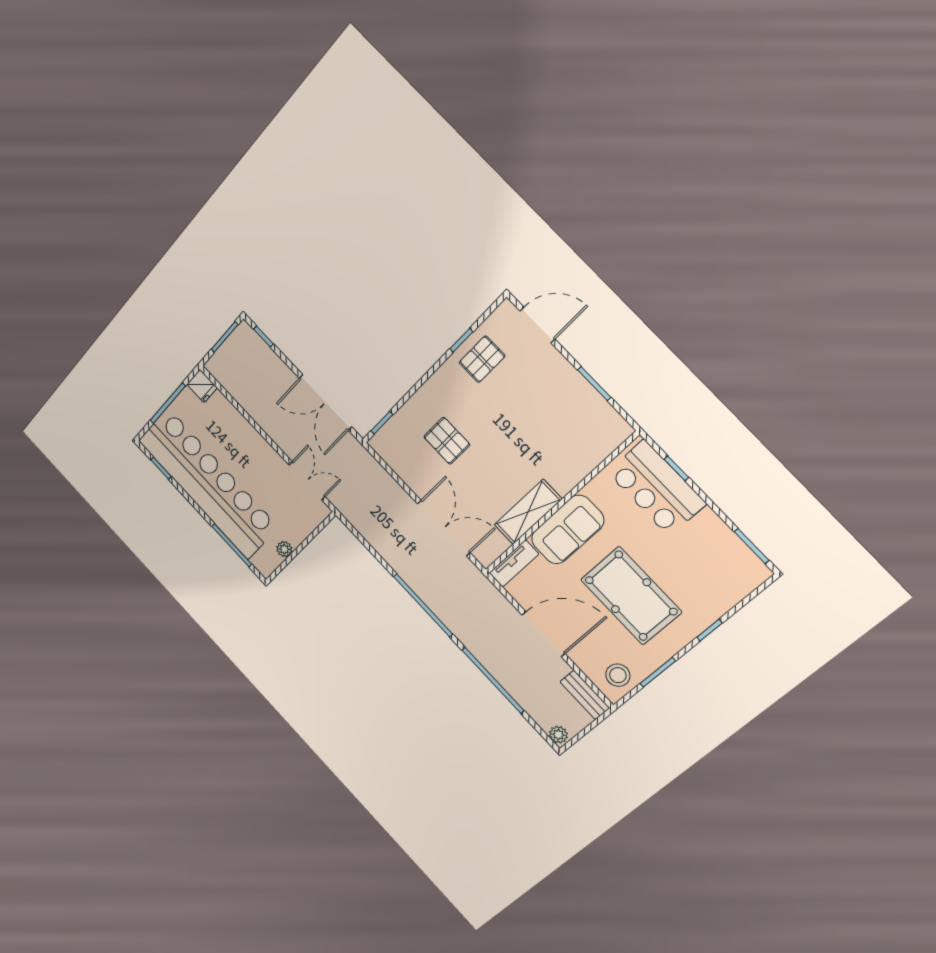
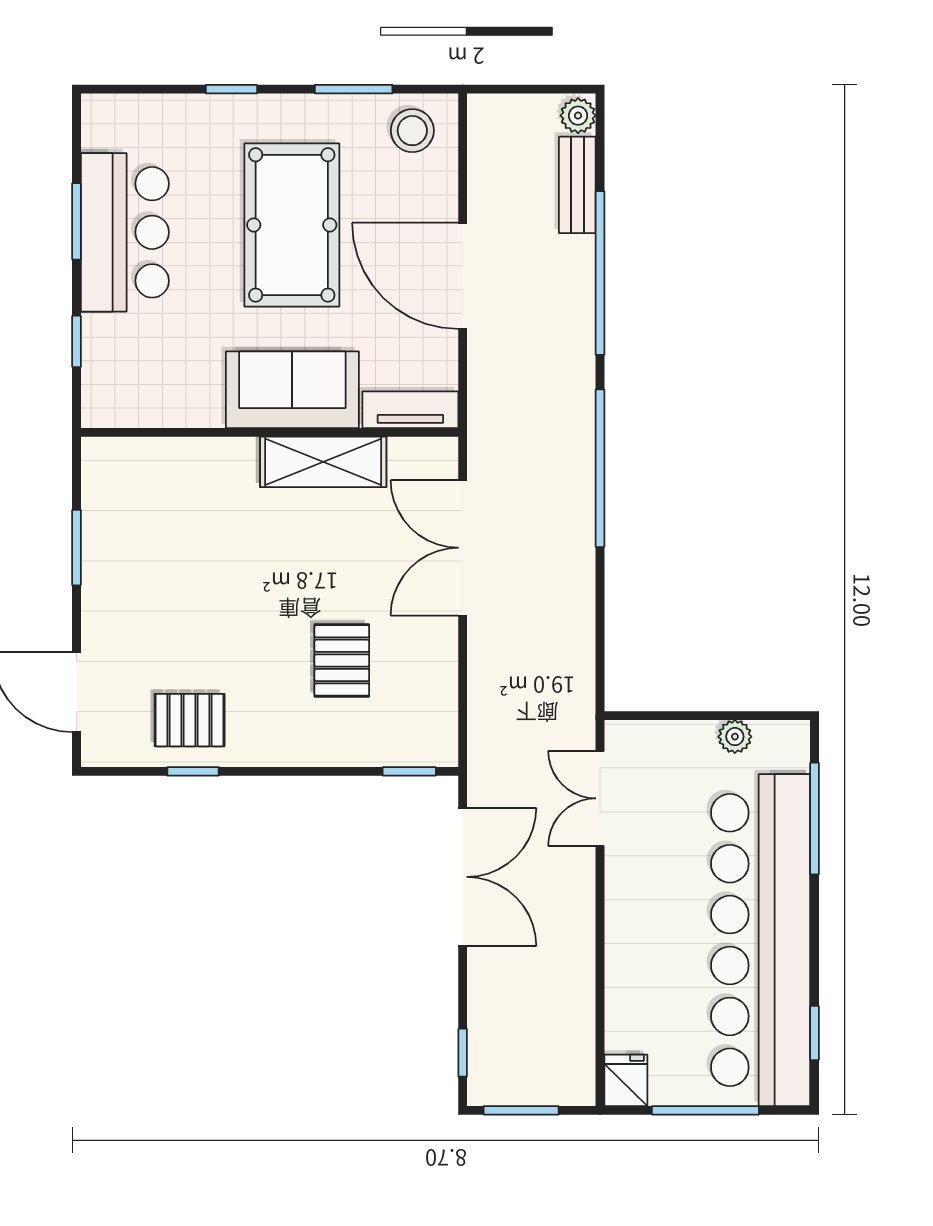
bar counter: (656, 488) -> (125, 232), moved
window: (752, 546) -> (77, 221), moved
bench: (585, 695) -> (577, 185), moved

